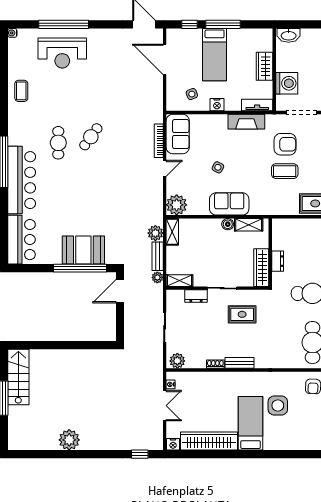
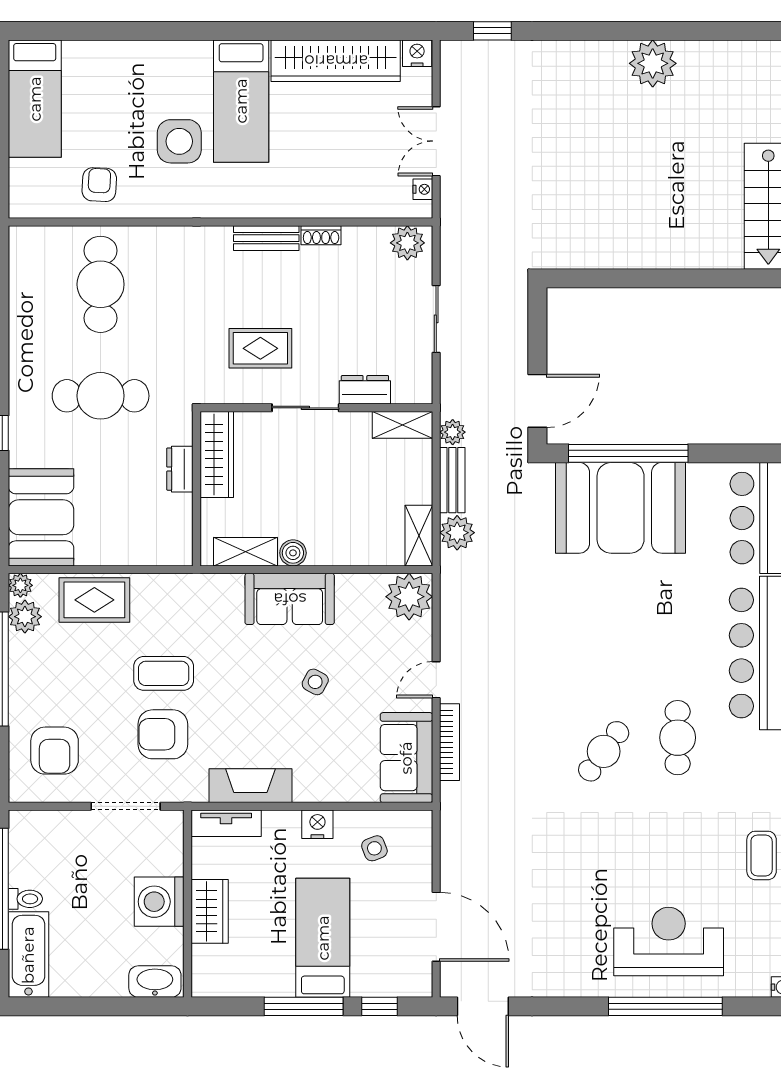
washing machine: (287, 83) -> (159, 902), moved
booth: (83, 250) -> (621, 508), width x1.36, depth x1.42

